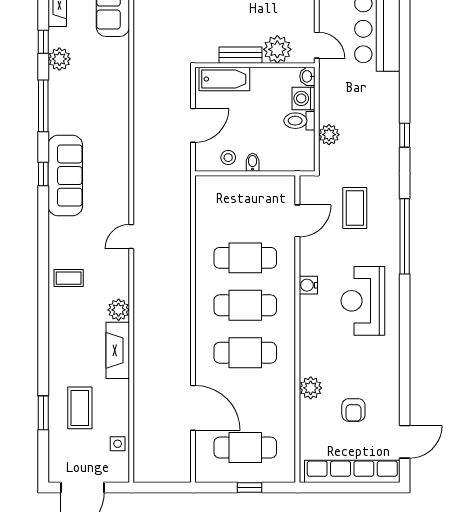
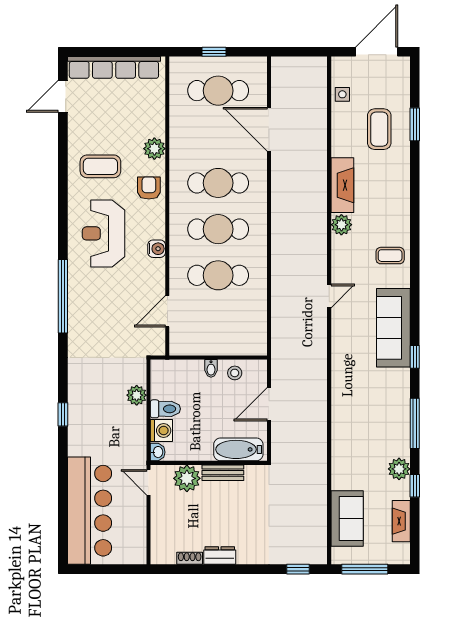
window: (405, 135) -> (63, 414), moved
sofa: (65, 176) -> (393, 328), moved
coffee table: (355, 208) -> (100, 166), moved, turned 90
reception desk: (363, 301) -> (104, 233), turned 180
armchair: (353, 410) -> (149, 188), moved

